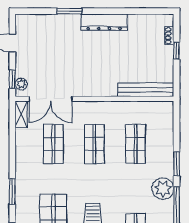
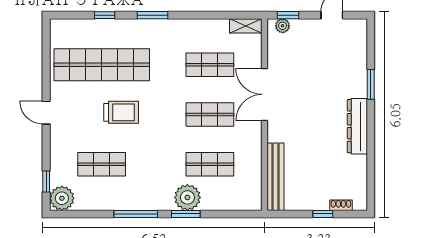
double door: (51, 99) -> (265, 94), moved
plant: (163, 189) -> (187, 197), moved

